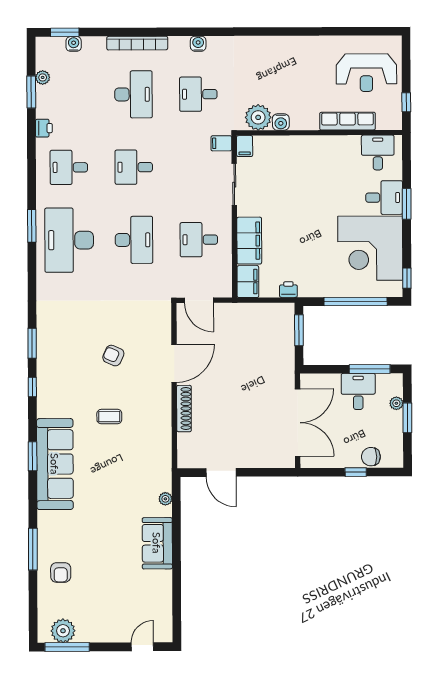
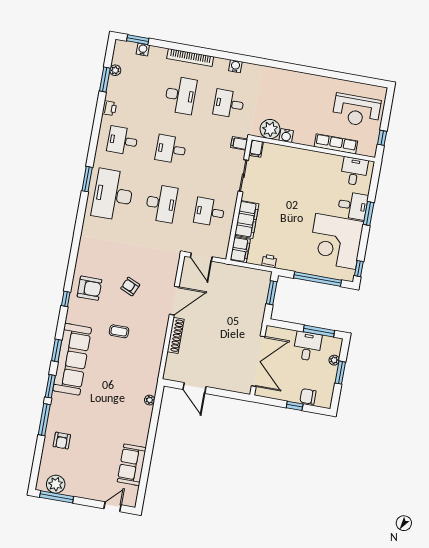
window: (32, 343) -> (50, 386), moved
armchair: (61, 367) -> (89, 288), added
sofa: (157, 543) -> (132, 465), moved

